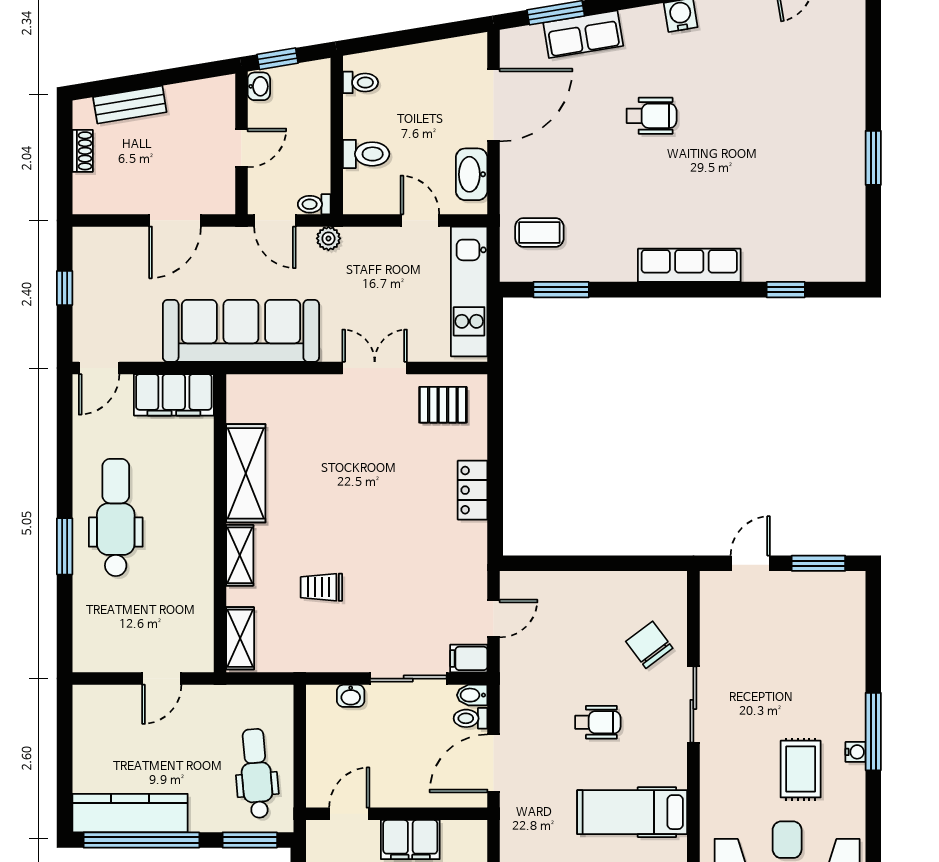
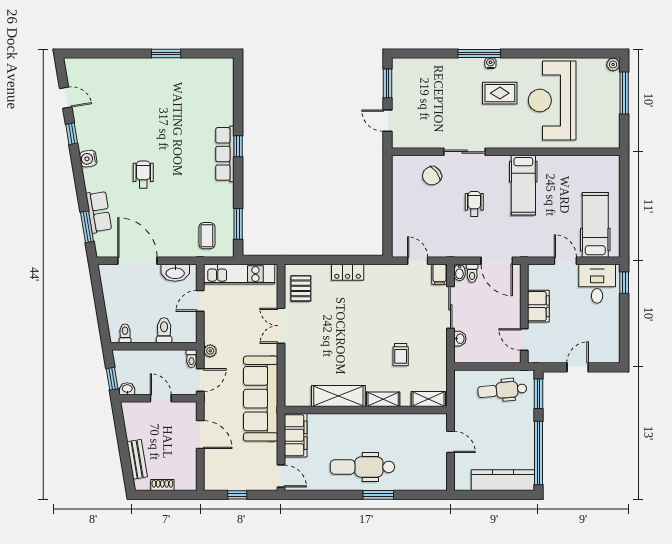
window: (786, 290) -> (238, 146), moved
kitchen counter: (130, 813) -> (503, 480), moved, turned 90

